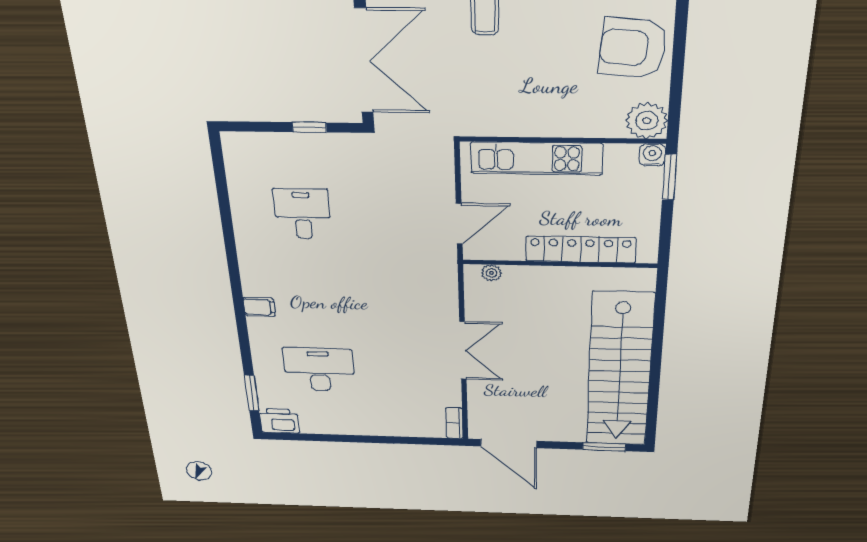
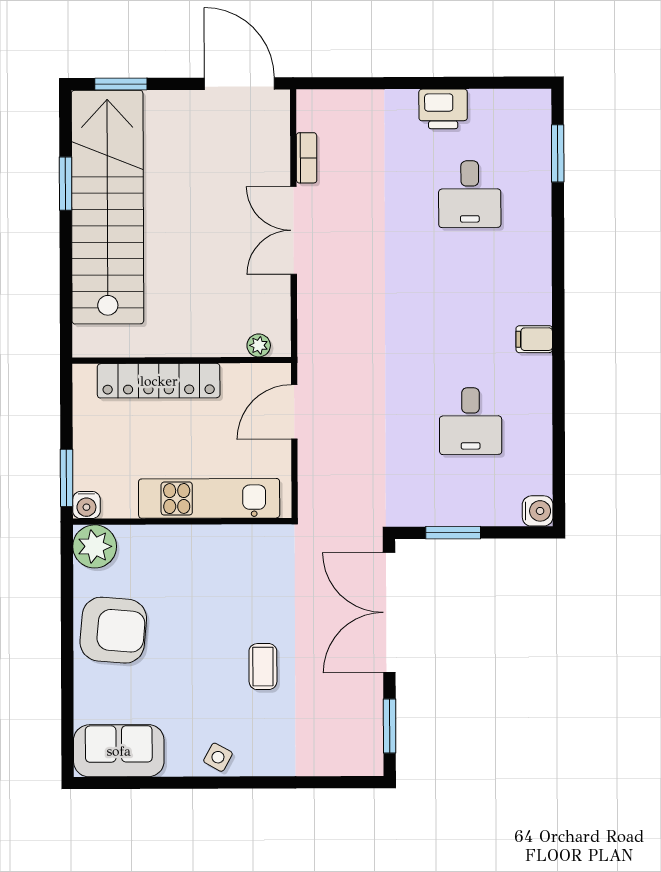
window: (309, 127) -> (453, 533), width x1.50
water cooler: (235, 143) -> (538, 511), added
filing cabinet: (259, 307) -> (534, 339), moved
desk: (319, 370) -> (470, 194), width x0.73
window: (654, 387) -> (66, 184), added
printer: (279, 421) -> (443, 109), moved
bookcase: (454, 423) -> (307, 158), moved

